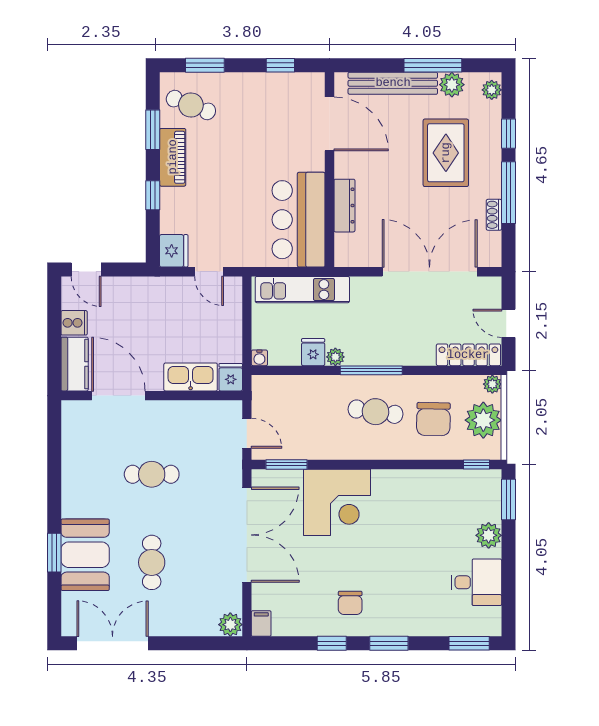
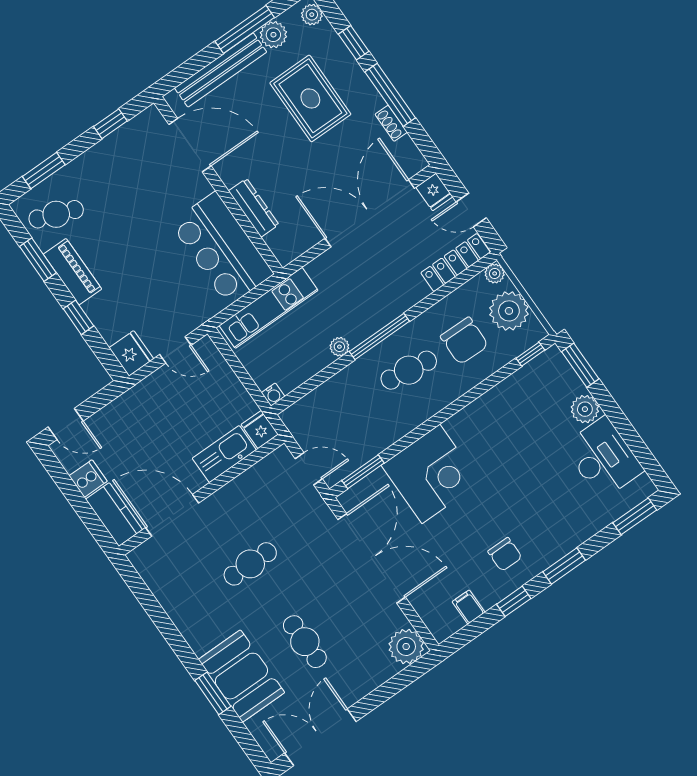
fridge: (313, 352) -> (434, 192), moved, turned 180
desk: (476, 582) -> (603, 458), width x1.37
filing cabinet: (261, 624) -> (469, 607), moved
plant: (230, 625) -> (406, 646), width x1.36, depth x1.36

